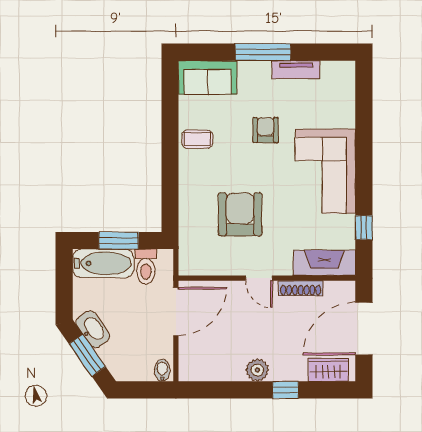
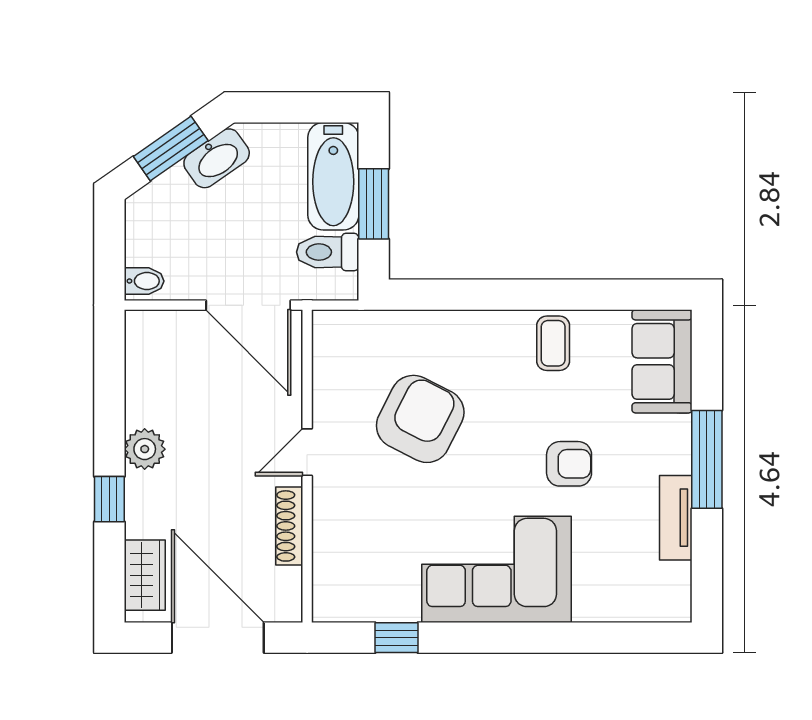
armchair: (240, 214) -> (420, 419), turned -63
fireplace: (324, 263) -> (334, 568), removed

